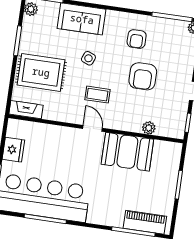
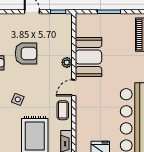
coffee table: (97, 95) -> (63, 110), moved
plant: (149, 128) -> (67, 62), moved

